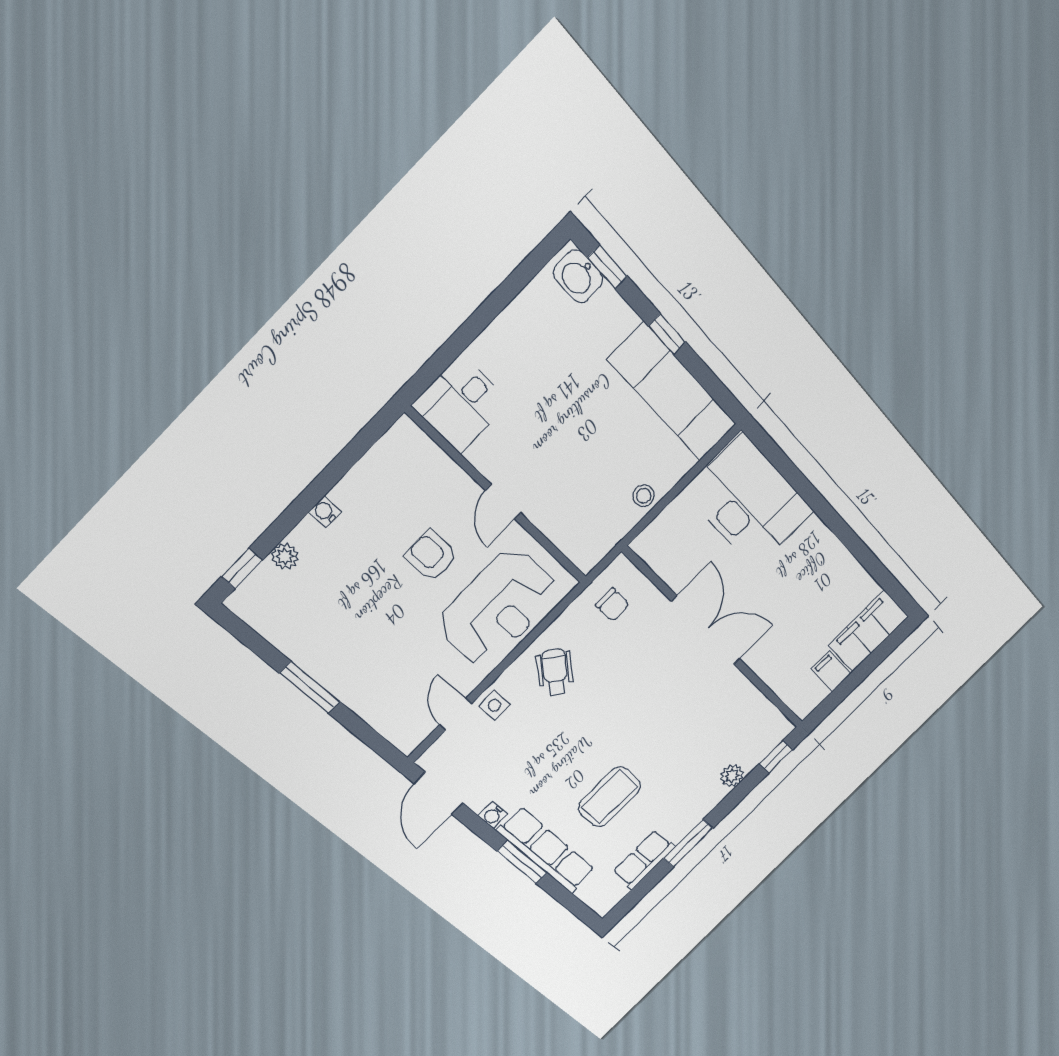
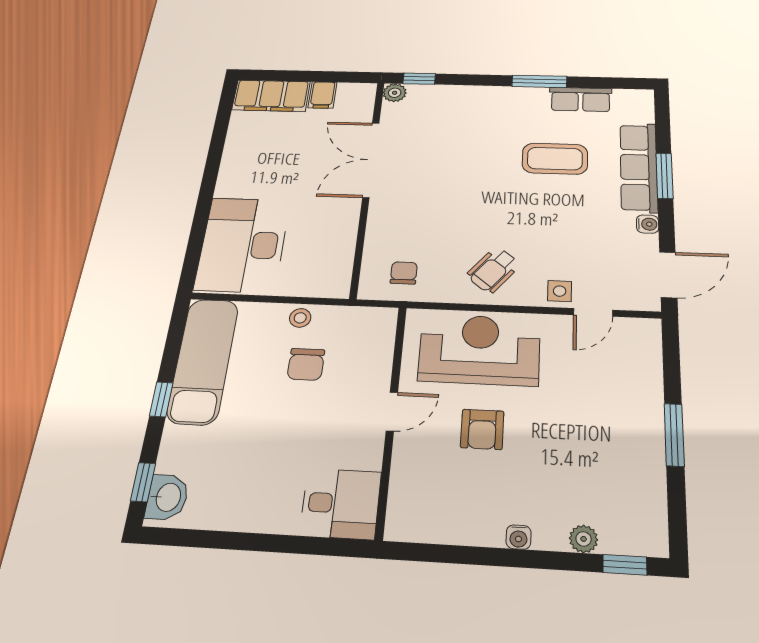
chair: (599, 469) -> (306, 364), added
double door: (706, 630) -> (371, 160), moved
plant: (732, 776) -> (395, 93), moved

